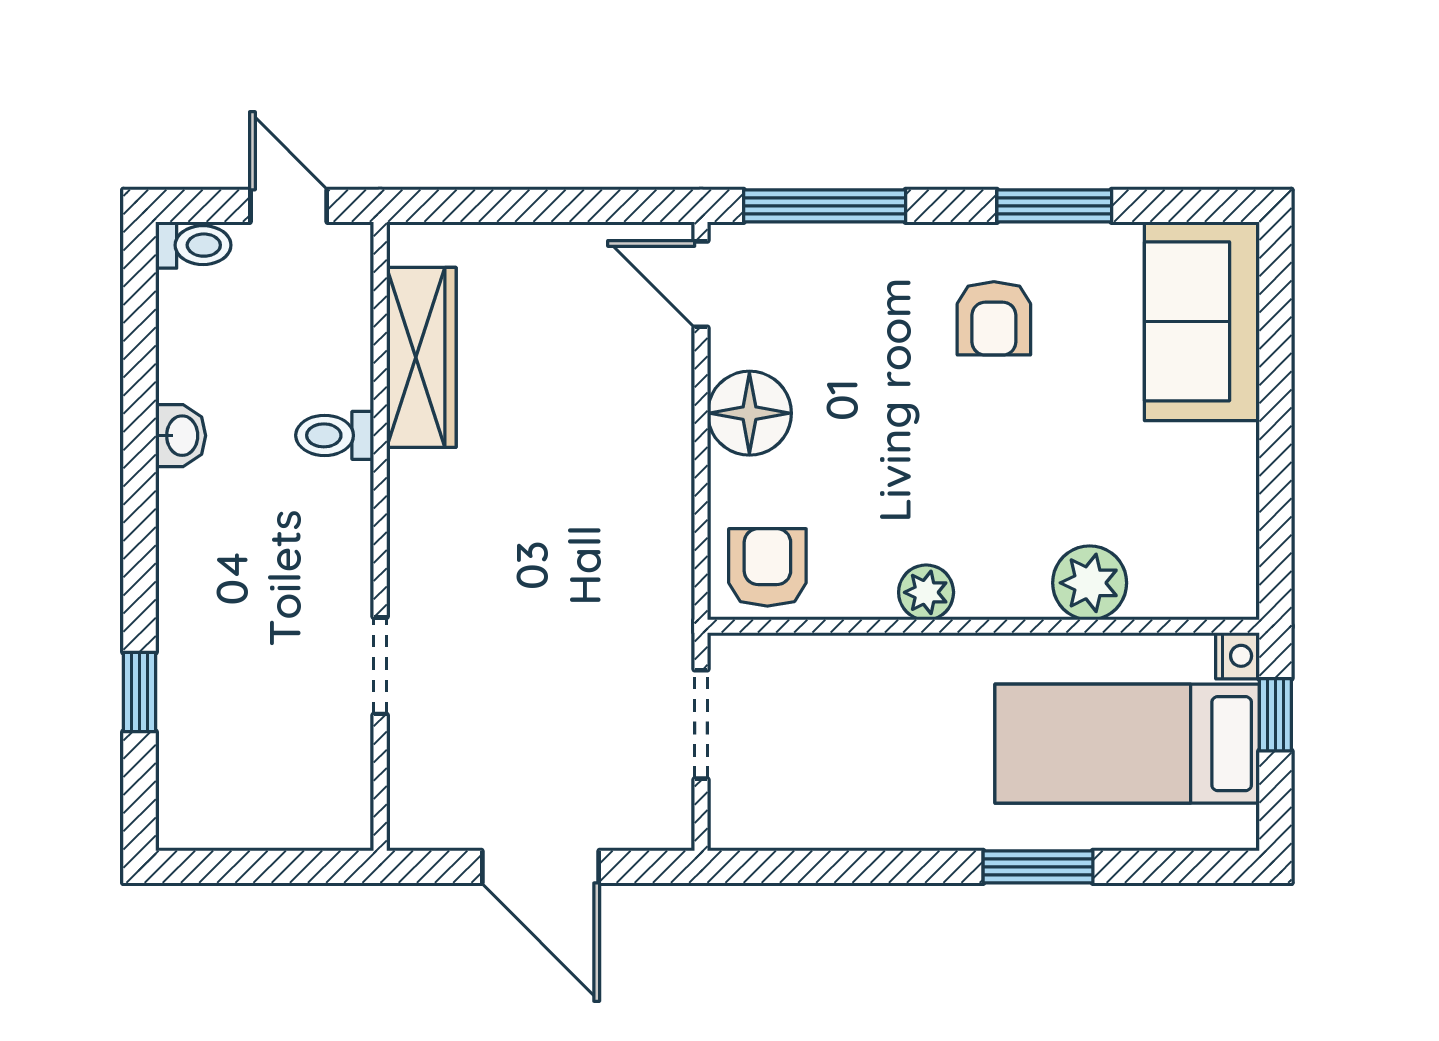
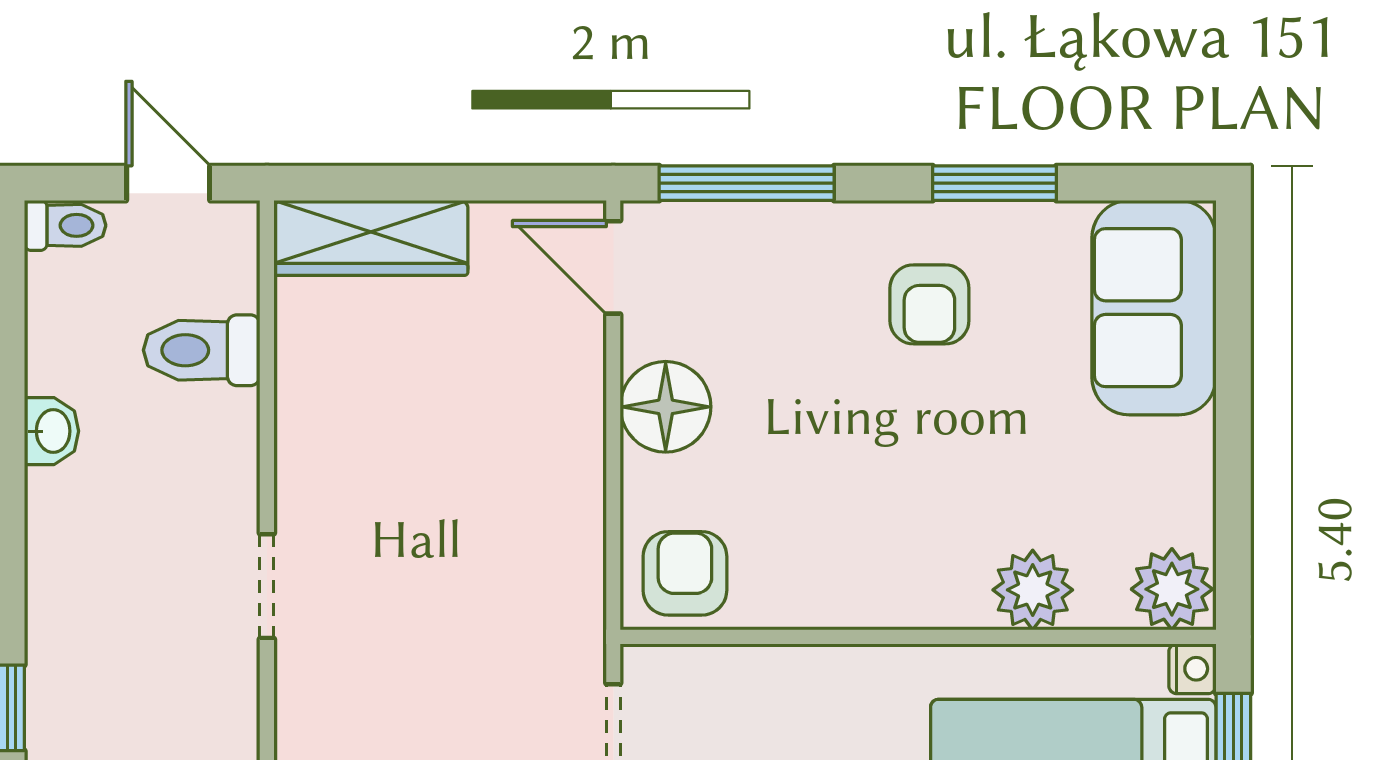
wardrobe: (421, 357) -> (371, 238), moved, turned 90
toilet: (335, 435) -> (202, 350), moved, width x1.37, depth x1.39
plant: (926, 592) -> (1172, 589), moved, width x1.38, depth x1.38
doorway: (380, 666) -> (267, 586), moved

